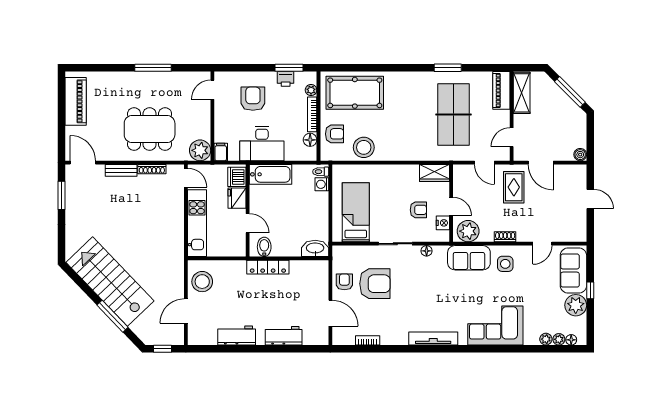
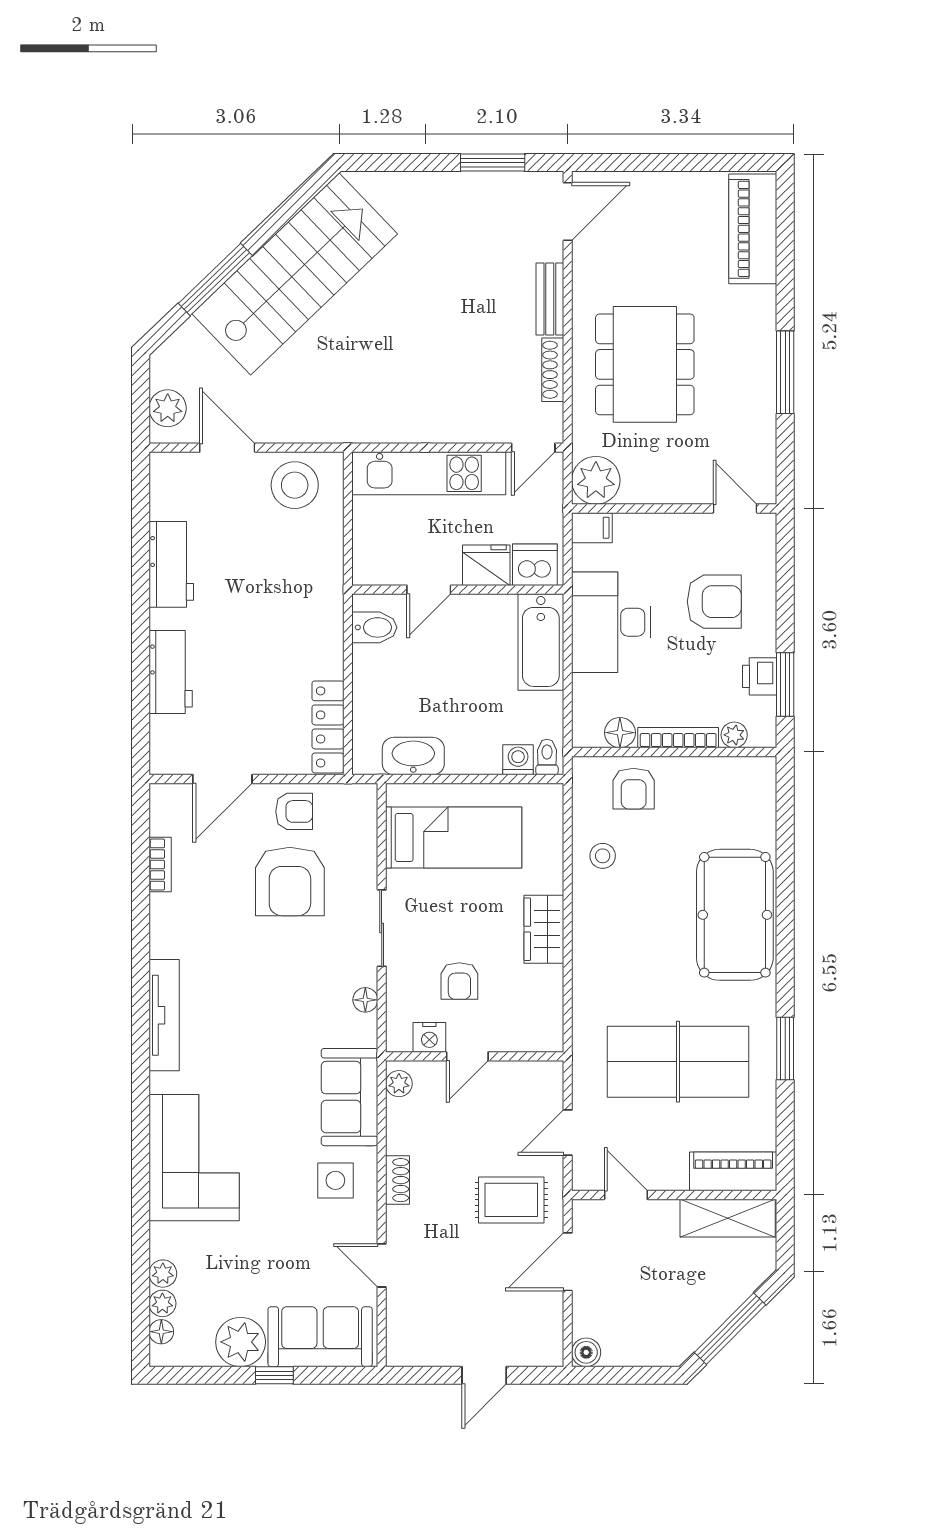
pool table: (355, 93) -> (735, 915), moved
piano: (76, 101) -> (753, 229), moved, turned 90
stool: (364, 147) -> (603, 856), width x0.53, depth x0.53
wardrobe: (435, 173) -> (544, 929), moved
plant: (468, 231) -> (399, 1084), width x0.53, depth x0.53
washbasin: (315, 248) -> (413, 756), moved, turned -90
locker: (268, 267) -> (328, 727), moved
plant: (169, 337) -> (168, 408), added
window: (162, 349) -> (141, 394), removed

